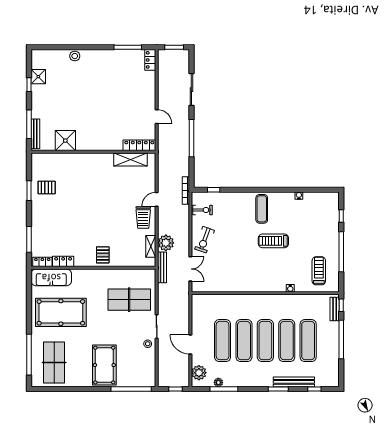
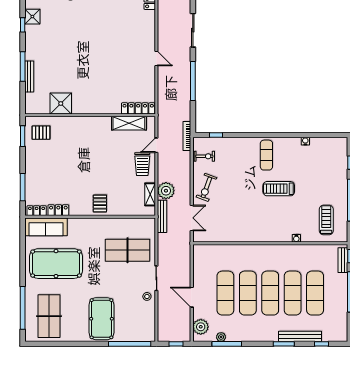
shower: (65, 141) -> (61, 103), moved
locker: (139, 145) -> (138, 108), moved
wall: (93, 152) -> (90, 115), moved
shelving: (130, 159) -> (129, 123), moved

